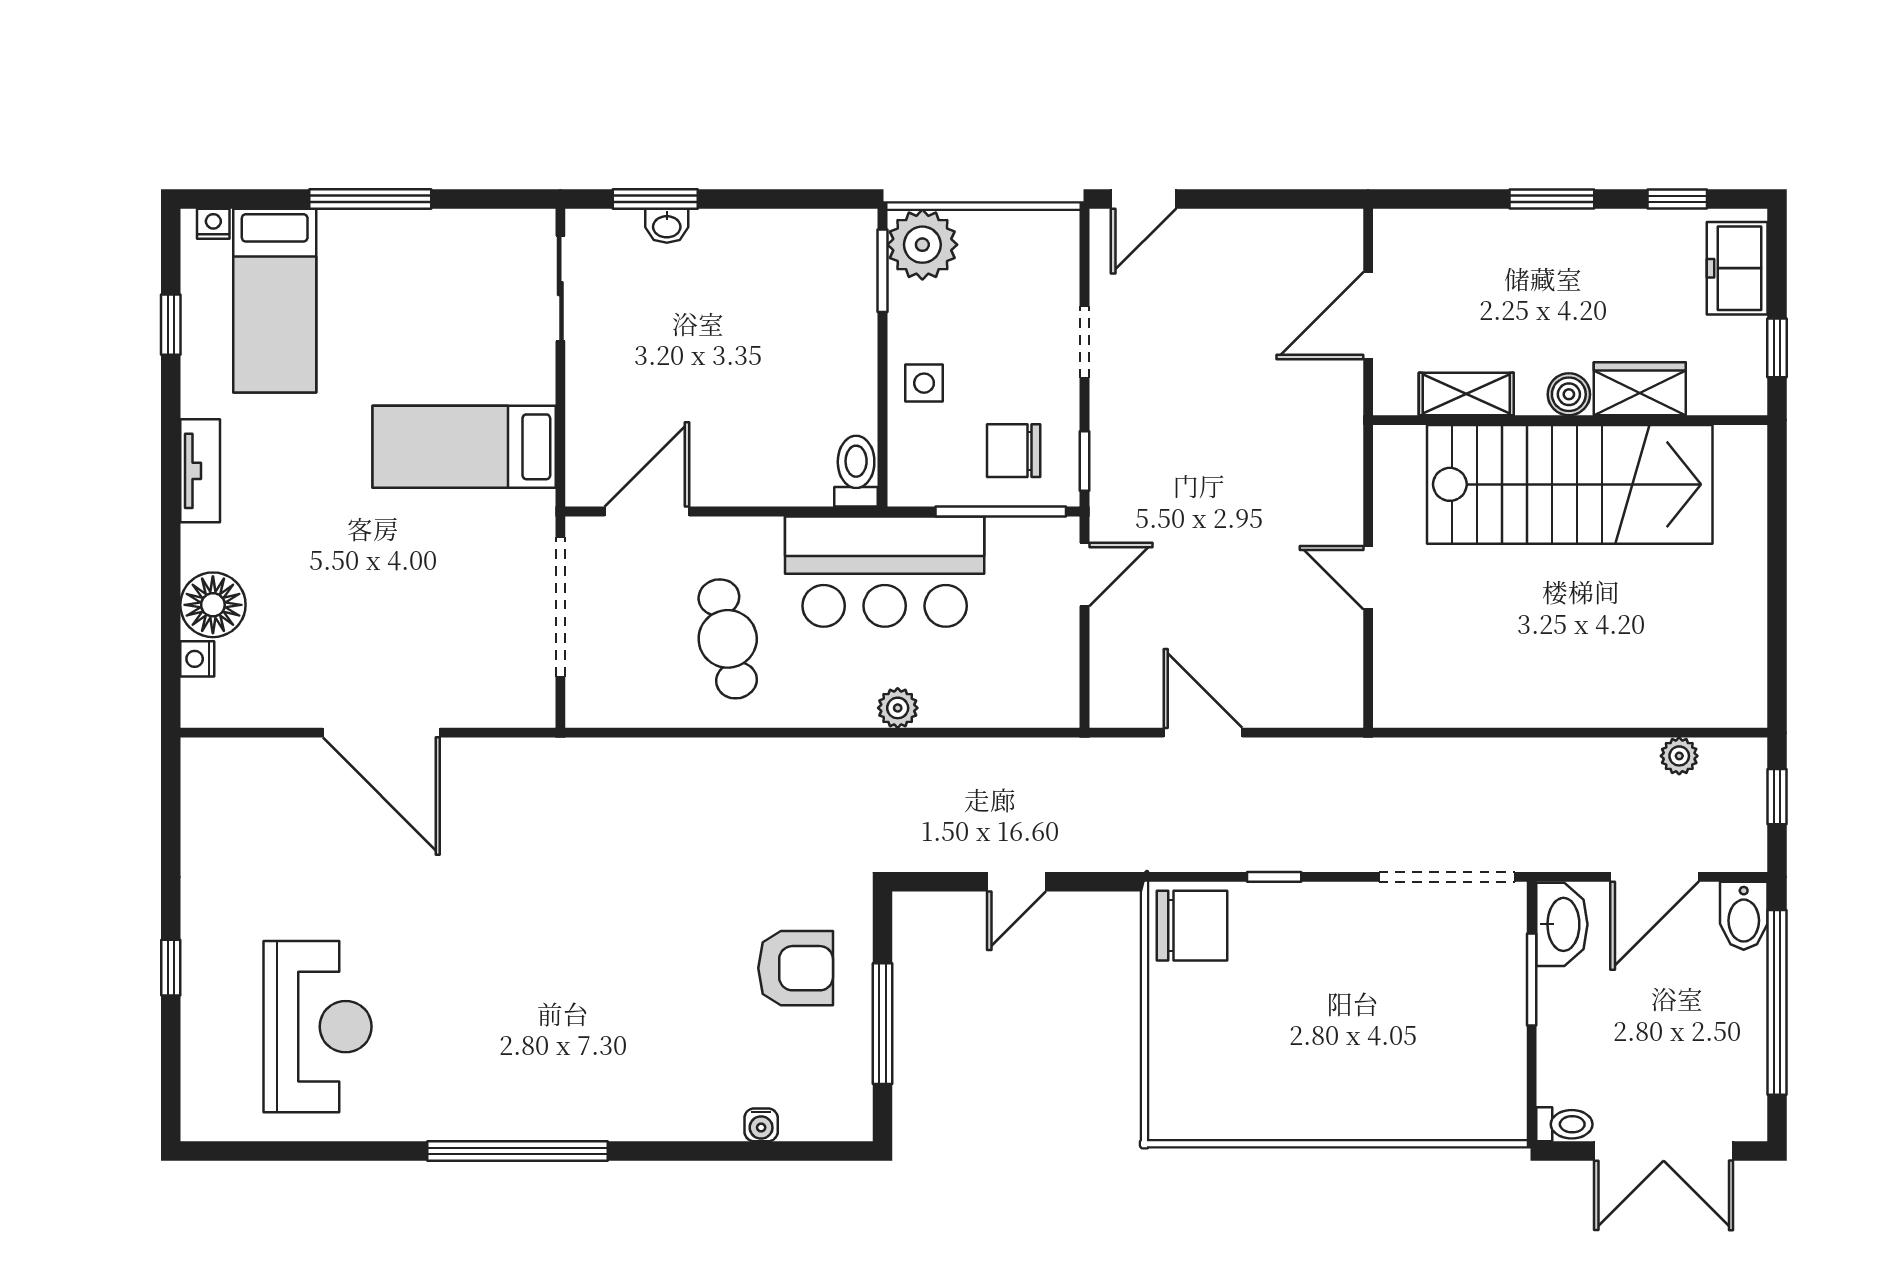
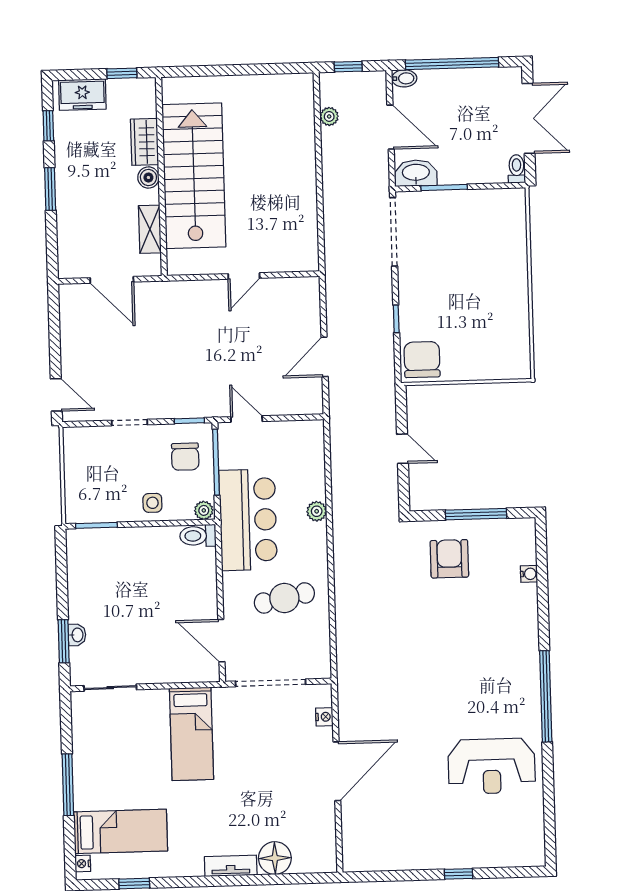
plant: (922, 245) -> (204, 510), moved, width x0.53, depth x0.53
tv unit: (200, 471) -> (231, 866), moved
nightstand: (197, 659) -> (324, 717), moved, turned -90
bidet: (1744, 916) -> (404, 78), width x0.72, depth x0.74
reception desk: (318, 1027) -> (492, 766), moved, turned 180

